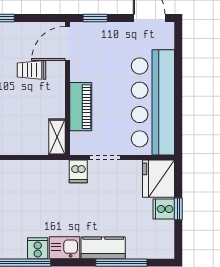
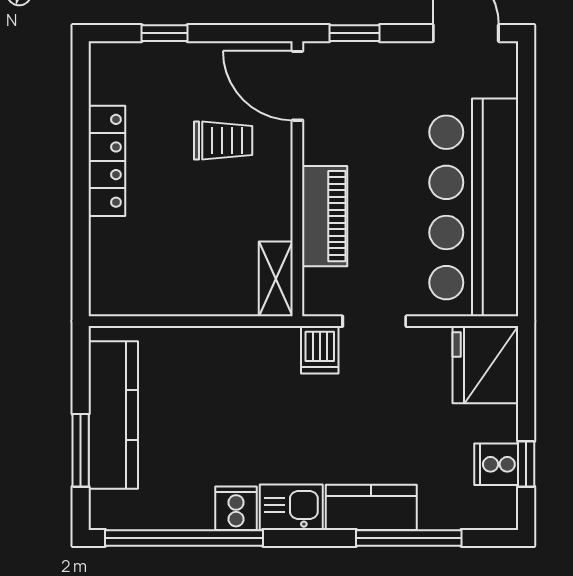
door: (67, 43) -> (297, 86), hinge flipped
trolley: (31, 70) -> (223, 141), turned 180
cooker: (164, 209) -> (496, 464), moved
window: (178, 209) -> (526, 464), moved

